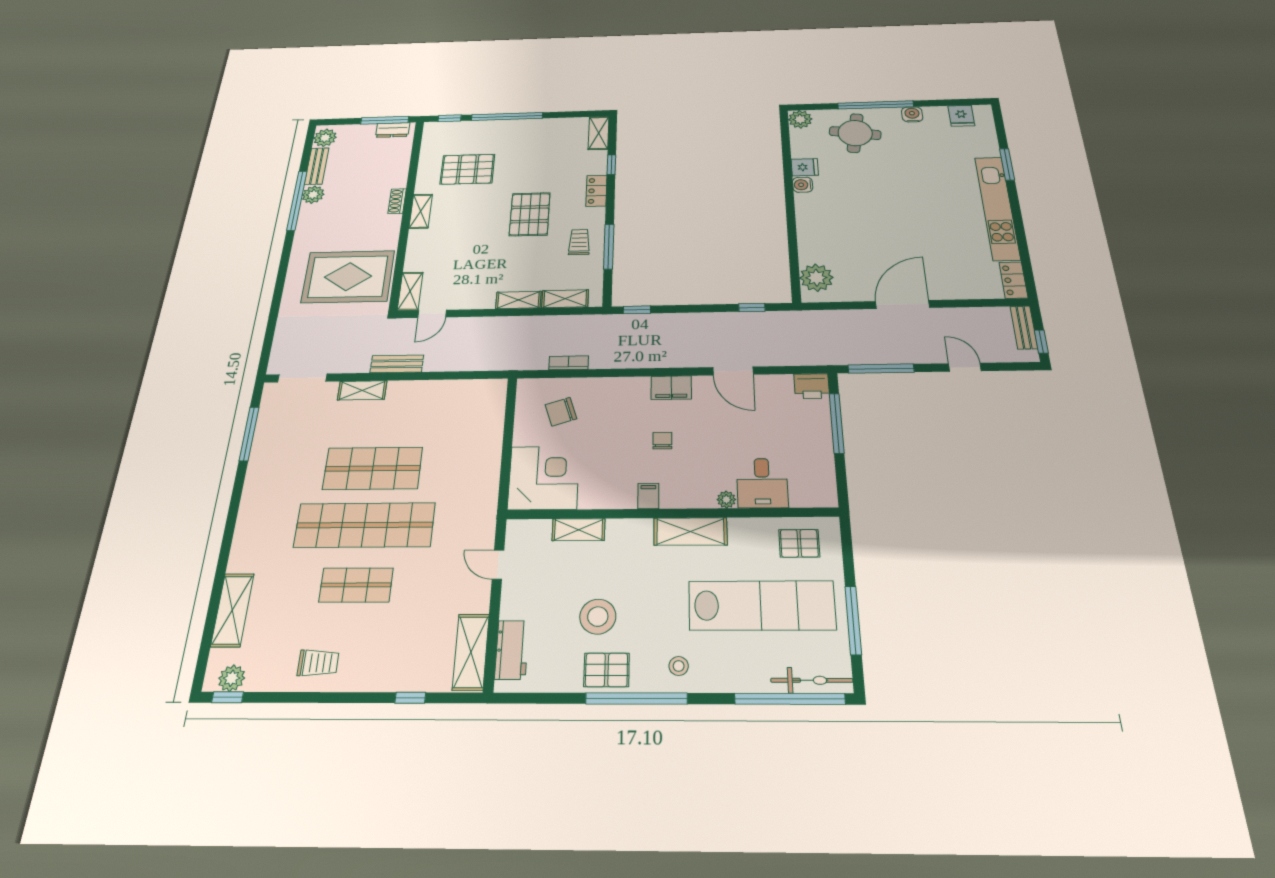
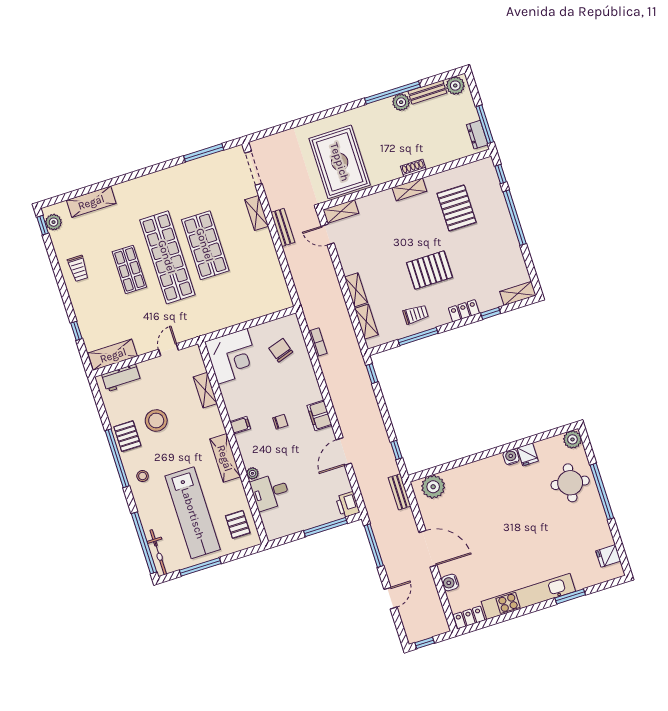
water cooler: (912, 114) -> (450, 582), moved, turned 180
bench: (1024, 327) -> (400, 492), moved, turned 90

